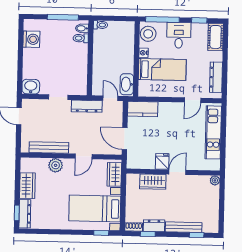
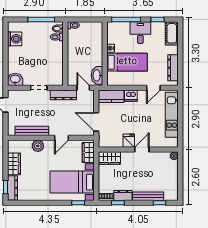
stool: (148, 34) -> (114, 32), removed
dishwasher: (166, 109) -> (131, 96), added
wardrobe: (153, 182) -> (109, 158), moved

